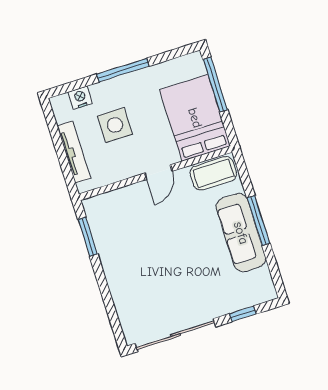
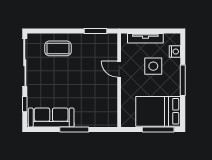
bed: (195, 118) -> (158, 111), moved, turned 180
door: (158, 172) -> (119, 69), moved
coffee table: (213, 173) -> (58, 48), moved, turned 90
sofa: (241, 233) -> (51, 118), moved

